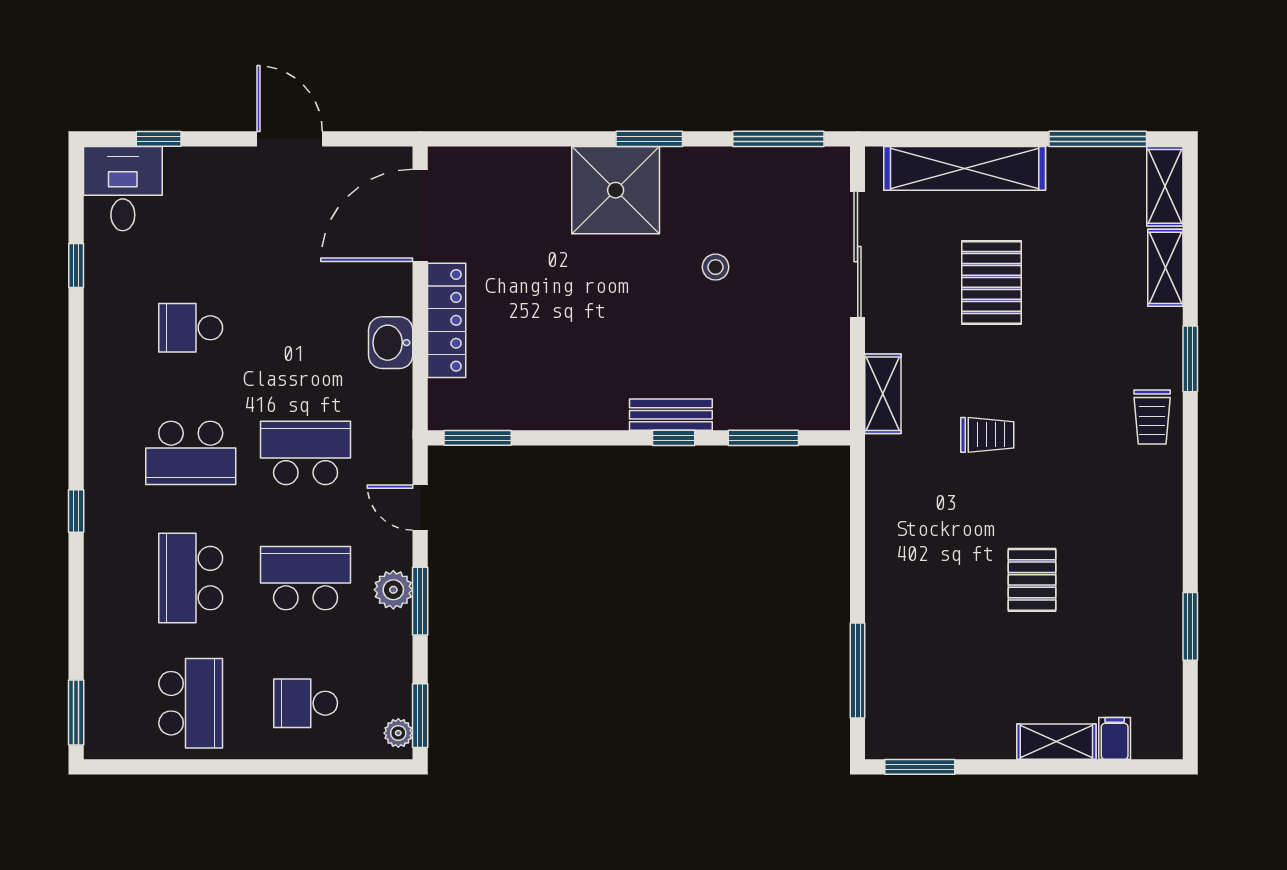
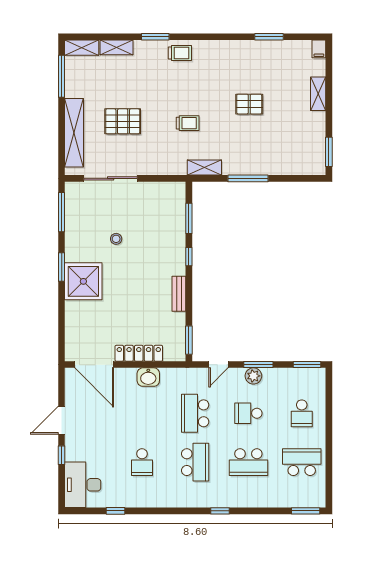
window: (159, 139) -> (62, 455), moved
desk: (123, 189) -> (83, 485), width x1.37
shelving: (883, 394) -> (204, 168), moved
bench: (671, 415) -> (179, 294), moved
trolley: (987, 435) -> (188, 123), turned 90
school desk: (306, 578) -> (248, 413), width x0.54
window: (858, 670) -> (248, 178), moved
plant: (398, 733) -> (314, 374), removed
filing cabinet: (1115, 738) -> (319, 49), moved, turned -90

